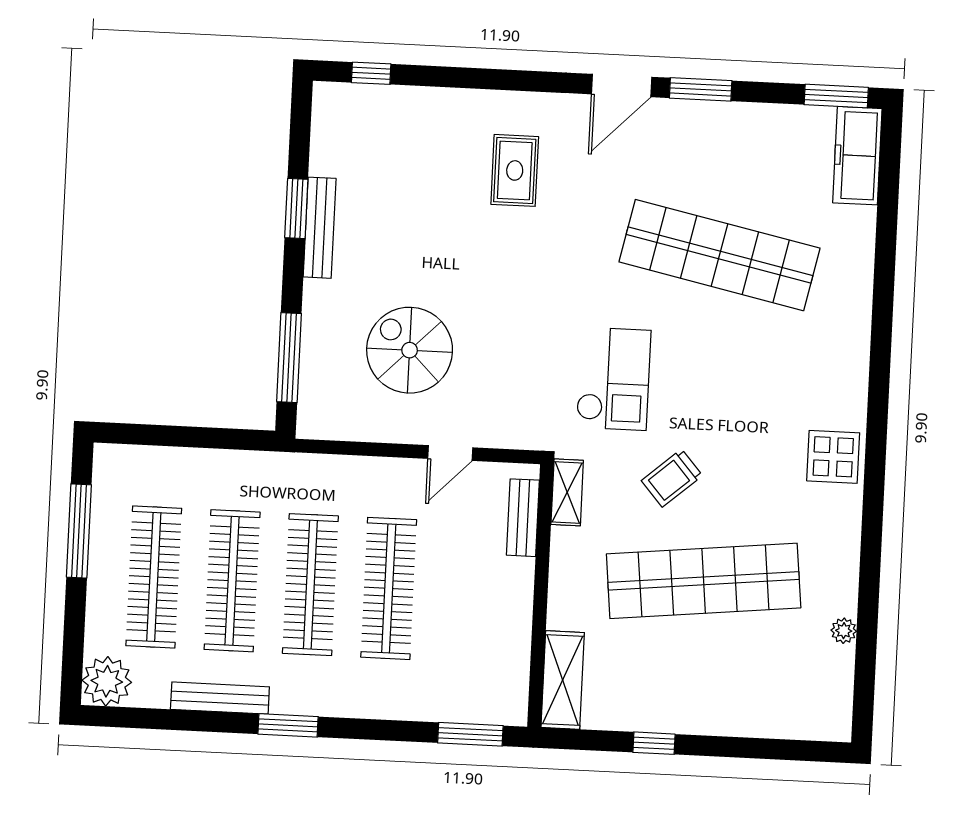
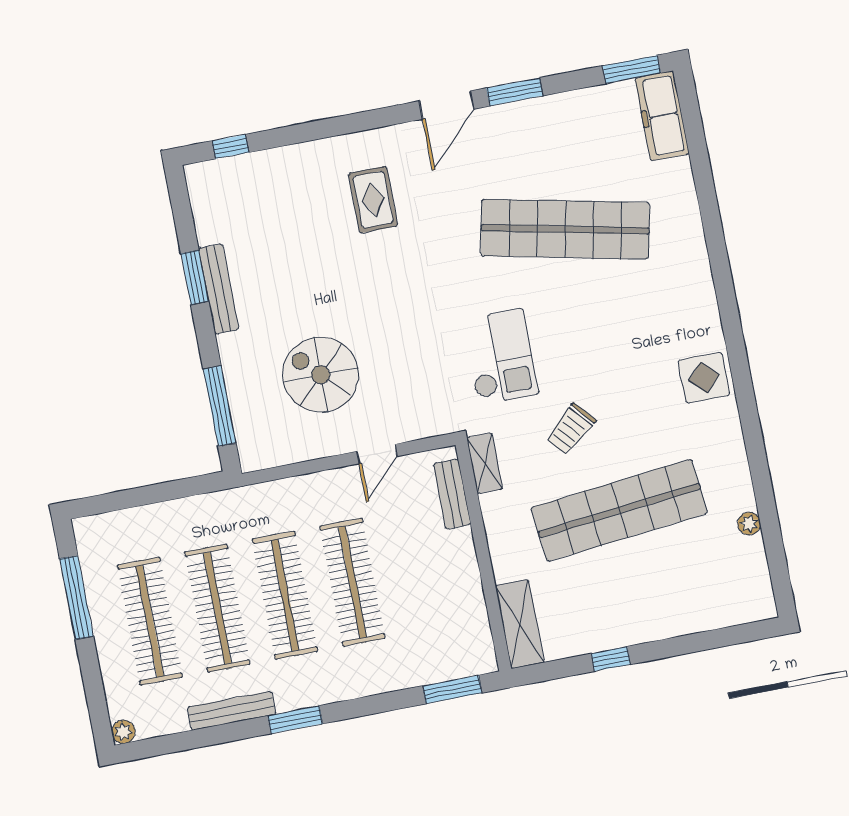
plant: (107, 681) -> (123, 732), width x0.53, depth x0.53

